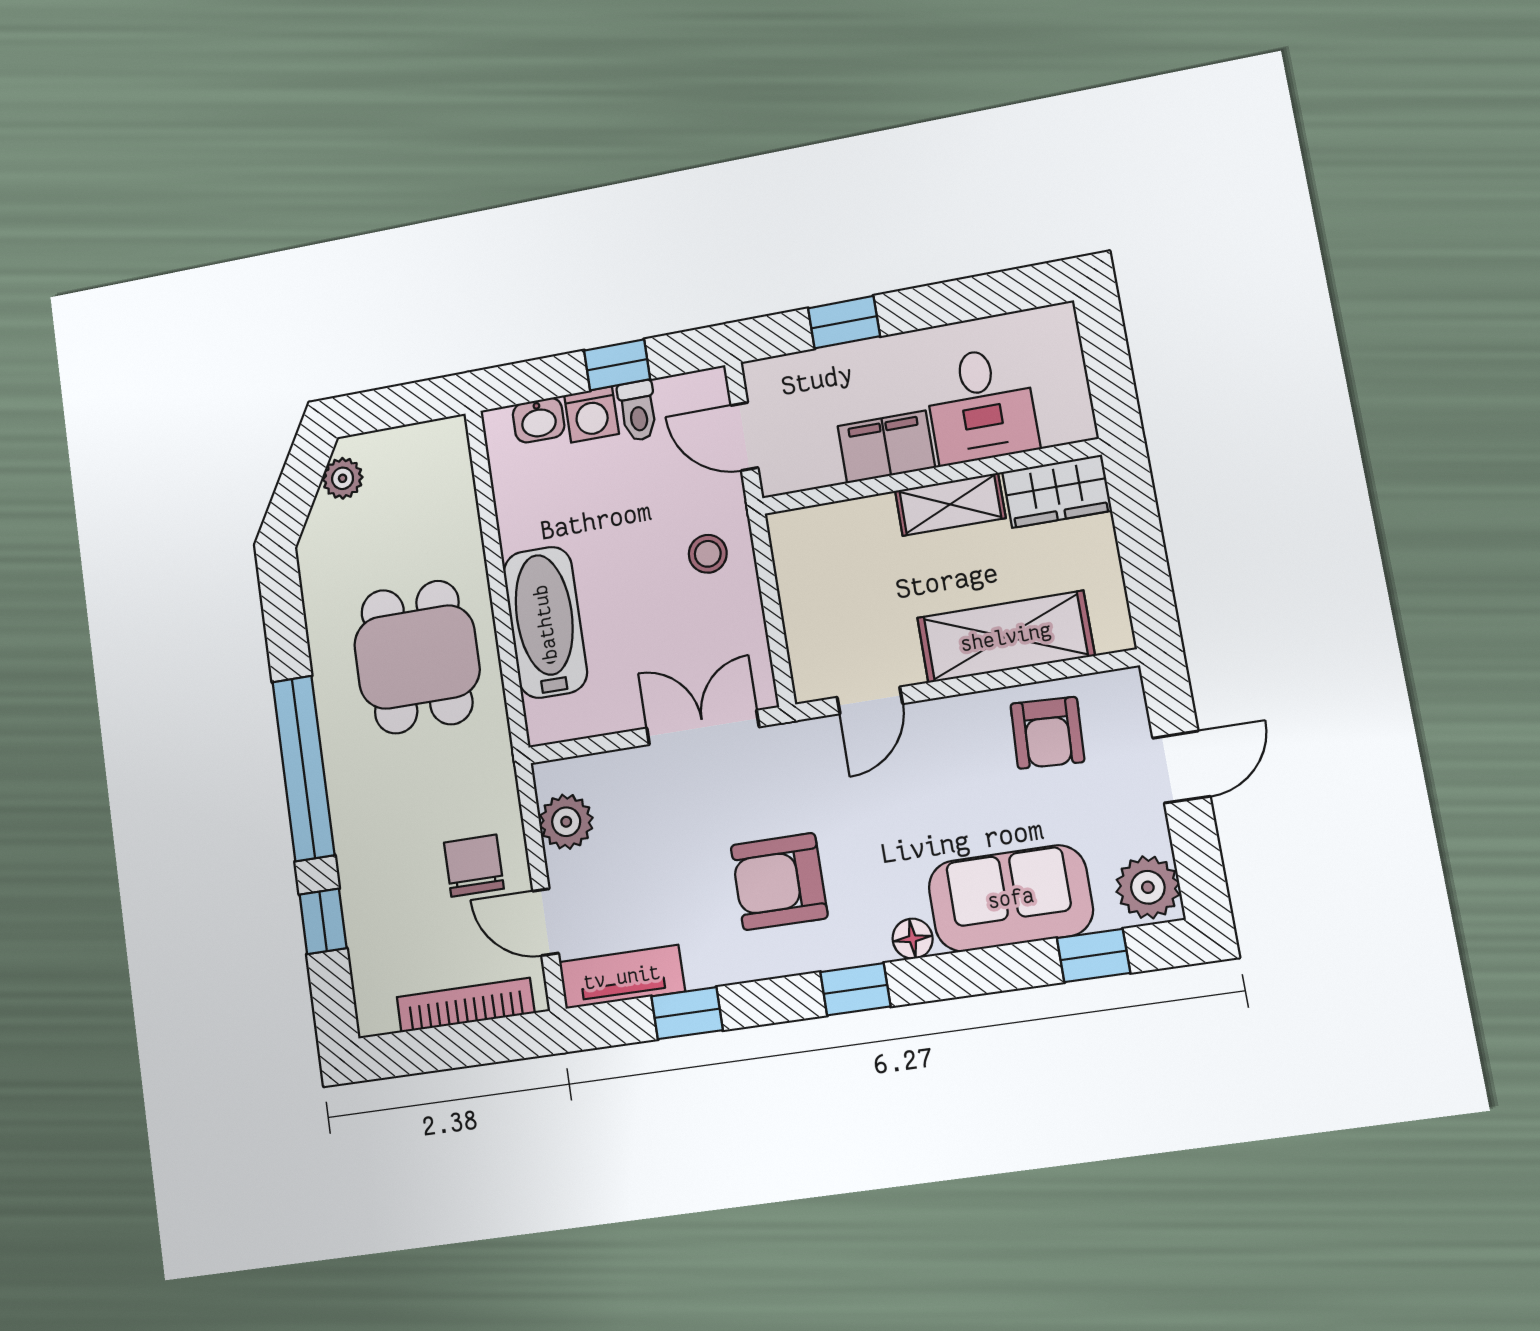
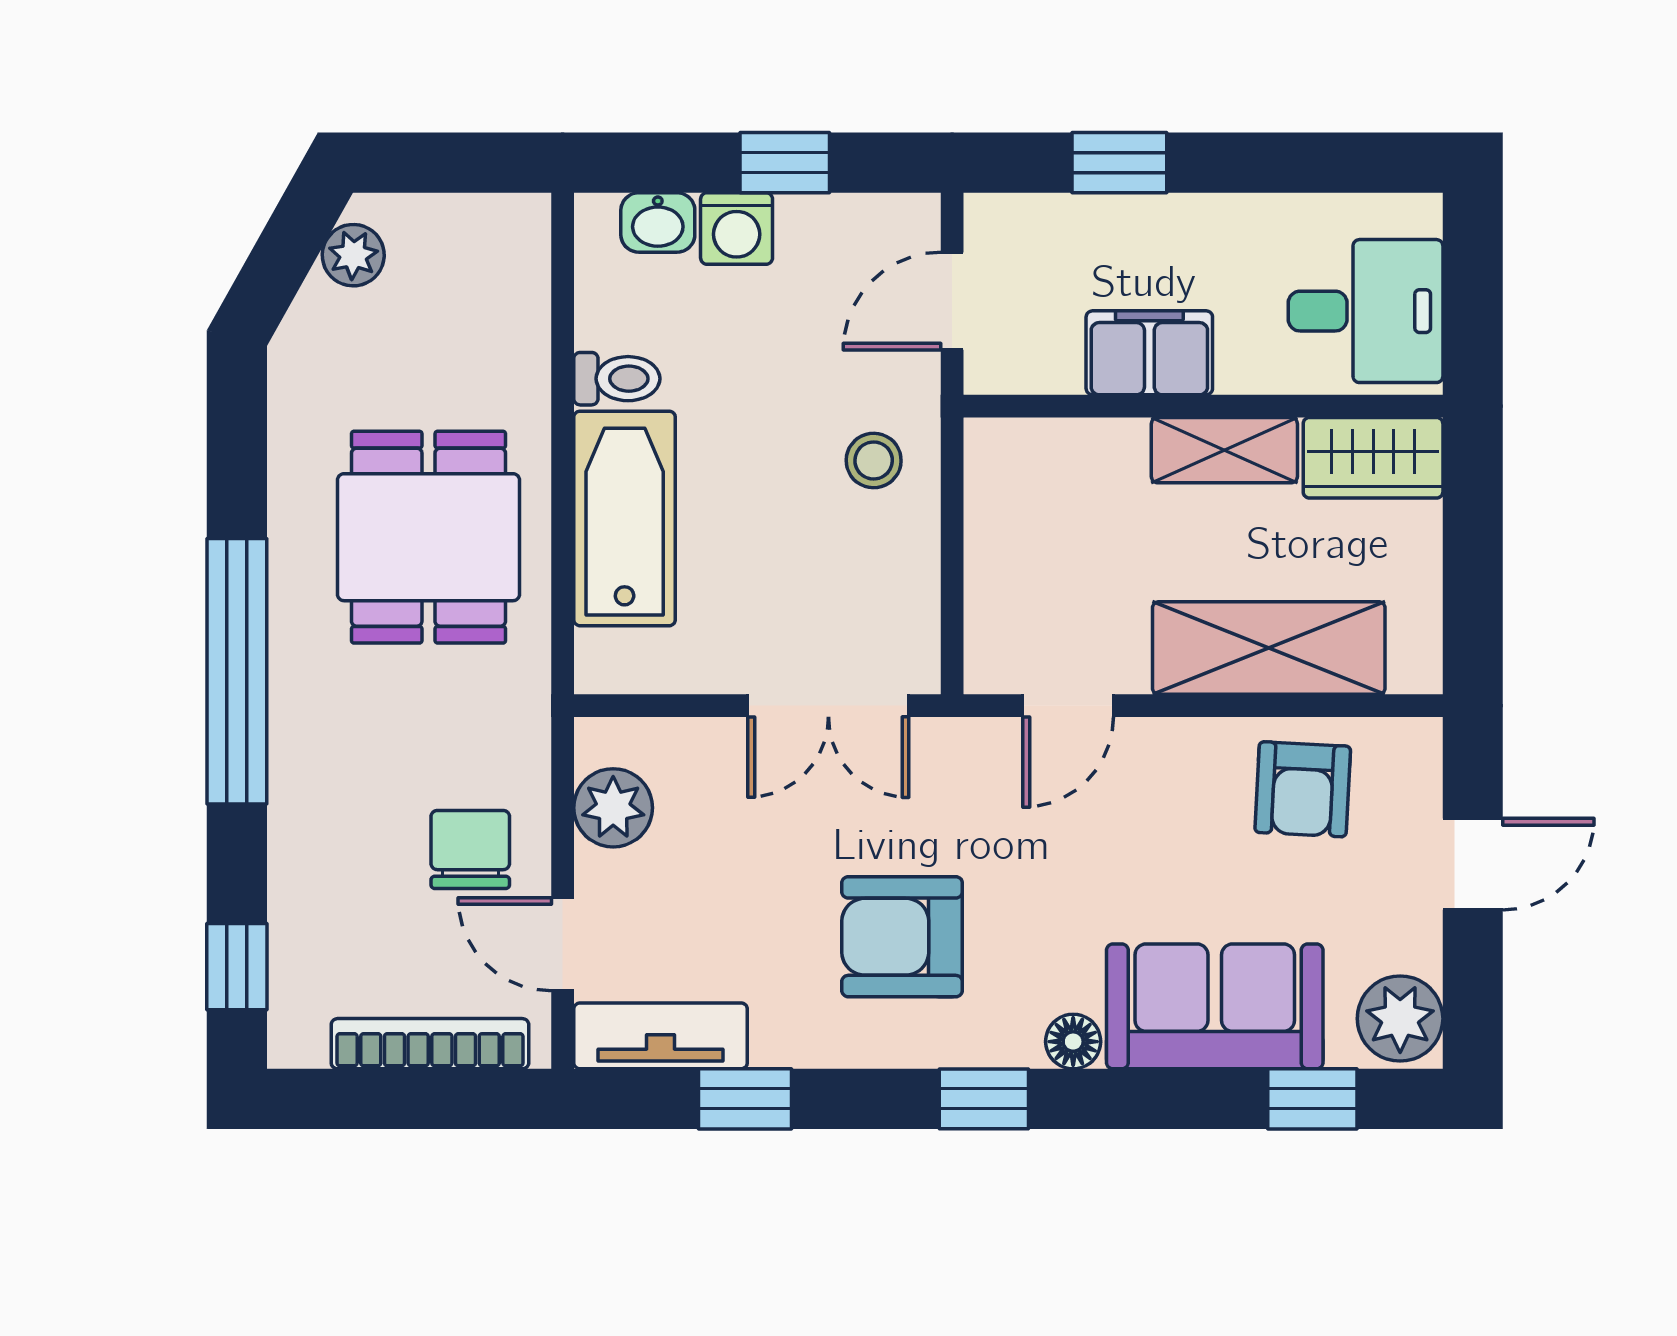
desk: (981, 405) -> (1366, 311), moved, turned -90
toilet: (638, 411) -> (617, 379), moved, turned -90
door: (744, 436) -> (952, 301), hinge flipped
double door: (703, 727) -> (828, 706), swing flipped
window: (323, 921) -> (237, 967), moved

